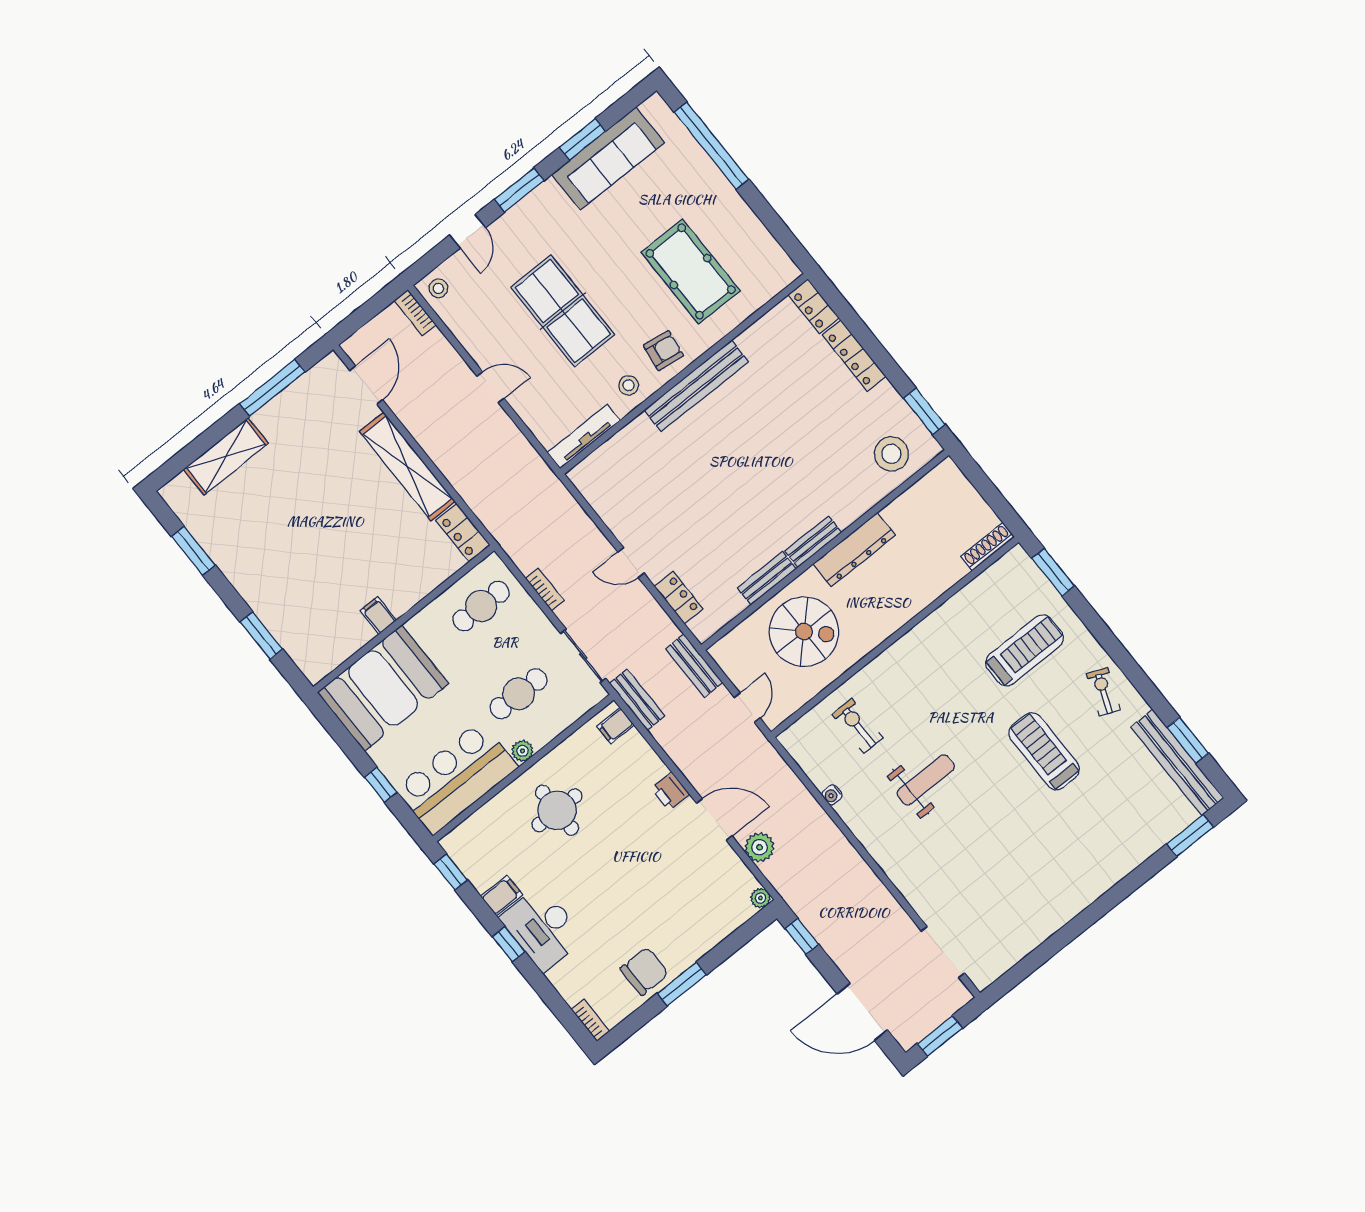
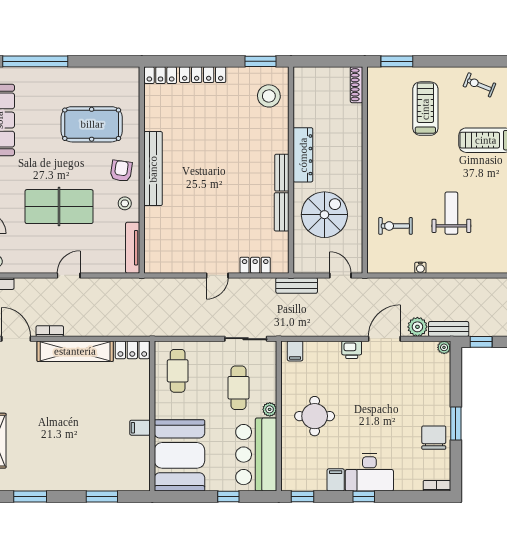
bookcase: (545, 589) -> (50, 331), moved
bench: (637, 700) -> (449, 329), moved

